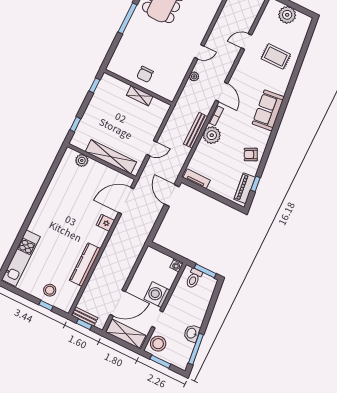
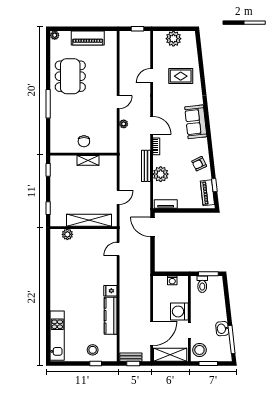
plant: (212, 135) -> (161, 174), moved
door: (126, 201) -> (118, 249), width x0.53
fridge: (105, 223) -> (110, 291), moved
washing machine: (177, 265) -> (172, 280), moved

